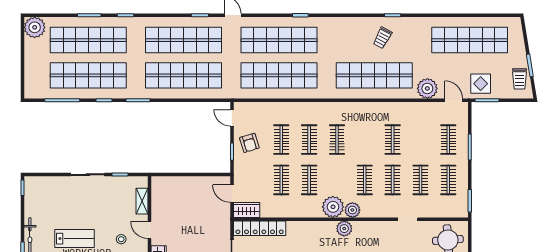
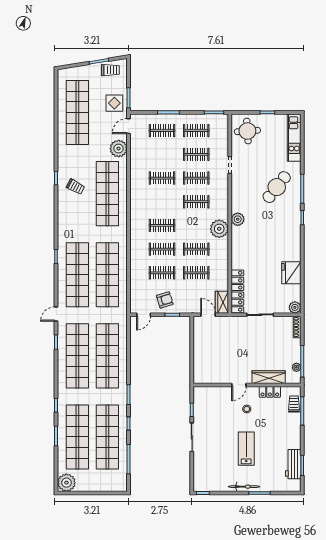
door: (232, 194) -> (208, 315), swing flipped
shelving: (142, 201) -> (214, 391), removed
plant: (352, 210) -> (222, 212), removed

